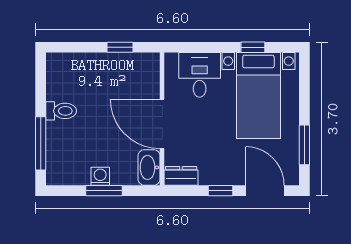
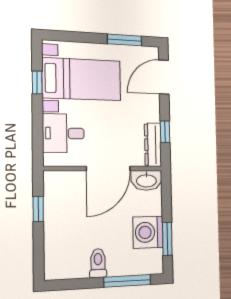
washing machine: (100, 176) -> (148, 232), width x1.89, depth x1.89
dresser: (181, 176) -> (153, 145), width x1.44
window: (104, 191) -> (167, 239), moved
window: (221, 191) -> (165, 132), moved

